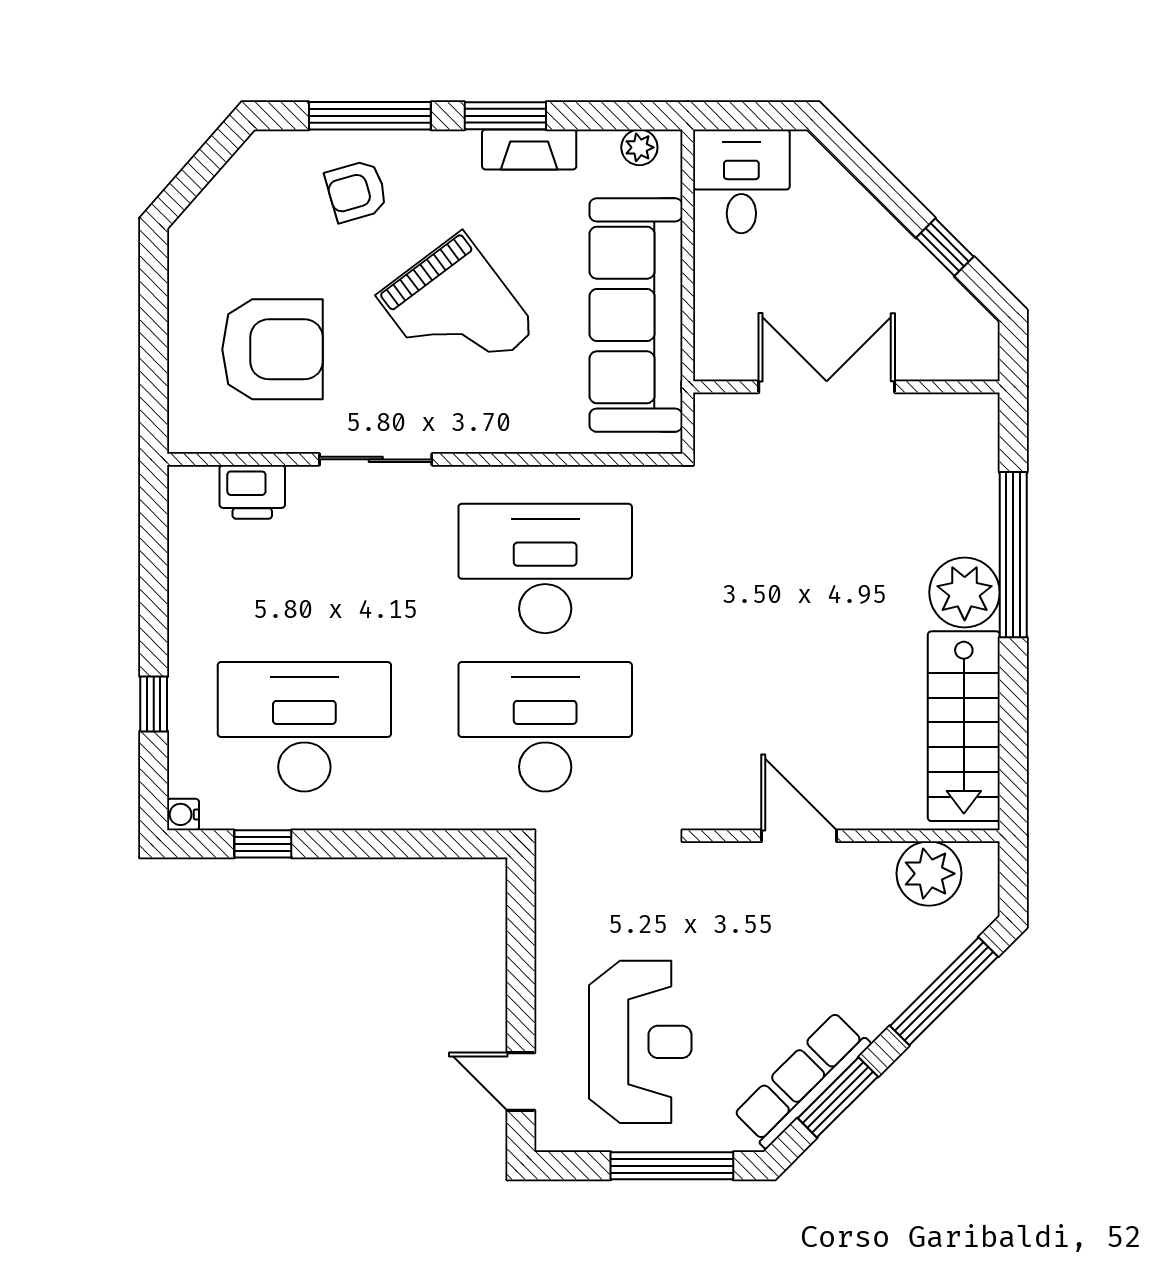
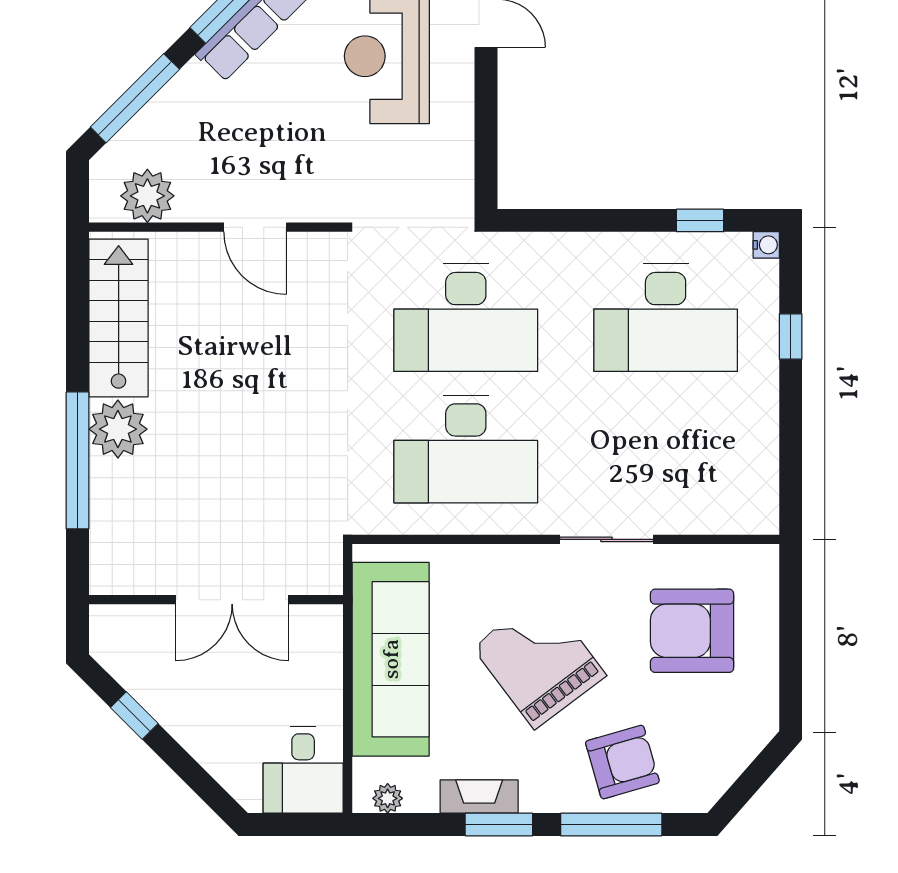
armchair: (356, 191) -> (622, 762), width x1.38, depth x1.38
printer: (252, 492) -> (709, 513), removed

